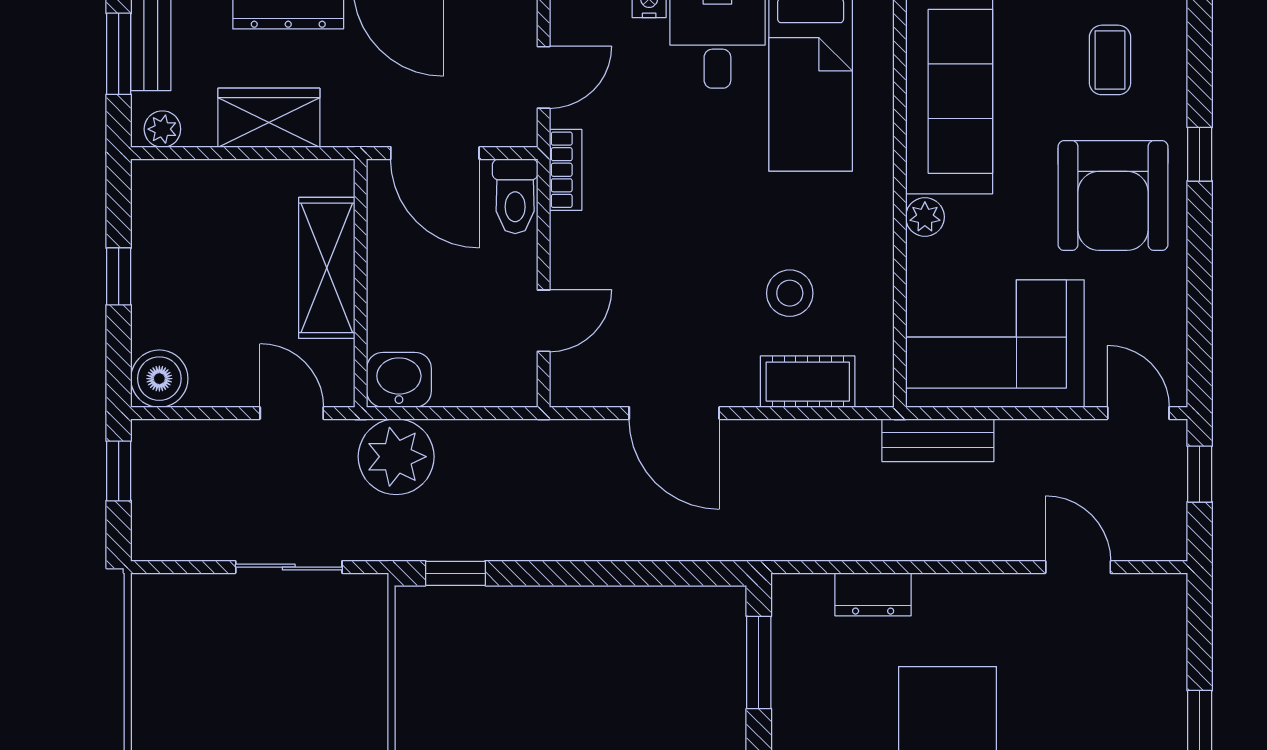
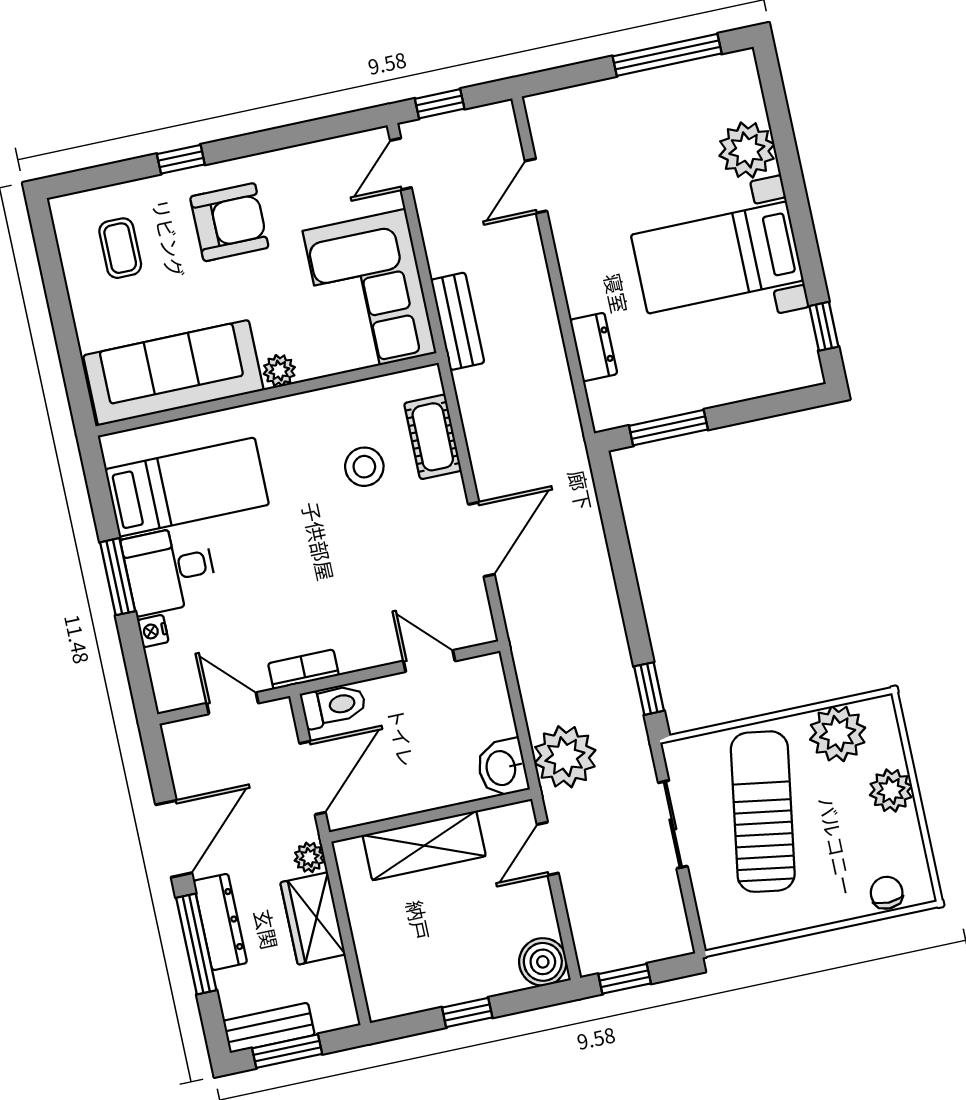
coffee table: (1110, 60) -> (120, 248), turned 90
plant: (162, 129) -> (309, 857), moved
armchair: (1113, 196) -> (229, 222), width x0.73, depth x0.73
sun lounger: (281, 677) -> (763, 812), added

